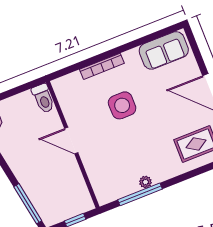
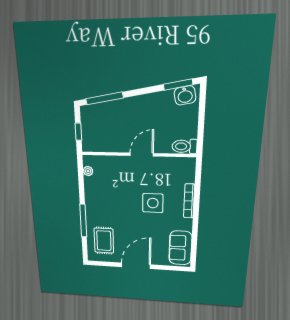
plant: (145, 182) -> (88, 171), moved
window: (140, 194) -> (83, 221), moved

